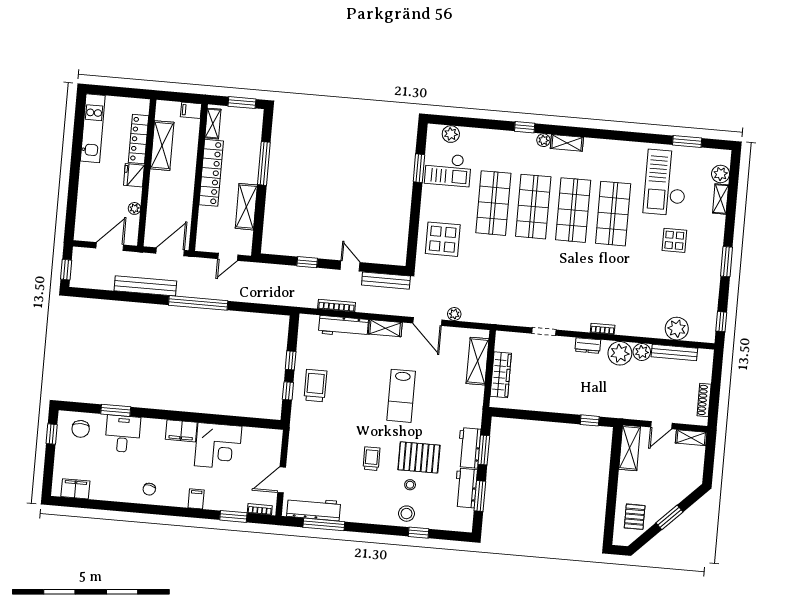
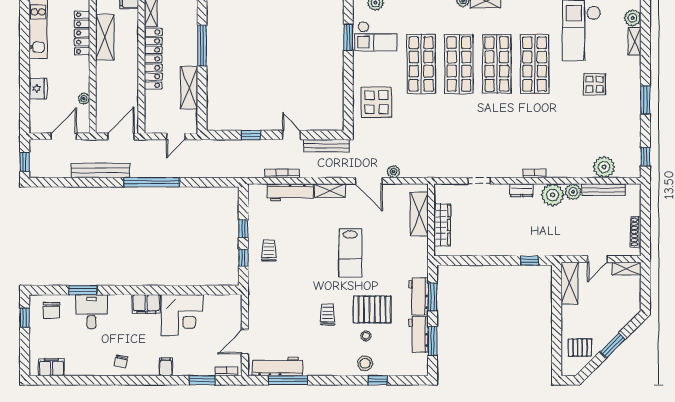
fridge: (134, 175) -> (38, 89), moved, turned 180
trolley: (315, 386) -> (269, 250), width x0.73, depth x0.72
pallet: (635, 517) -> (580, 347), turned 90

